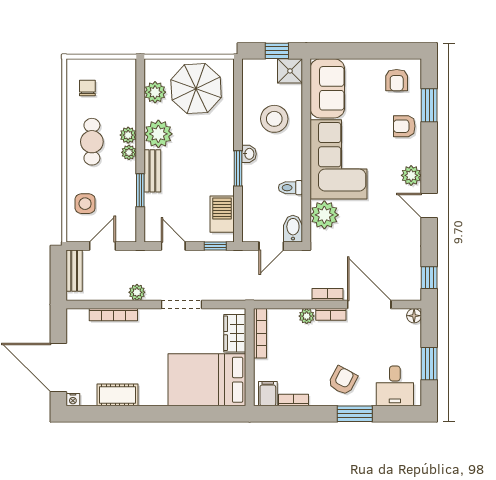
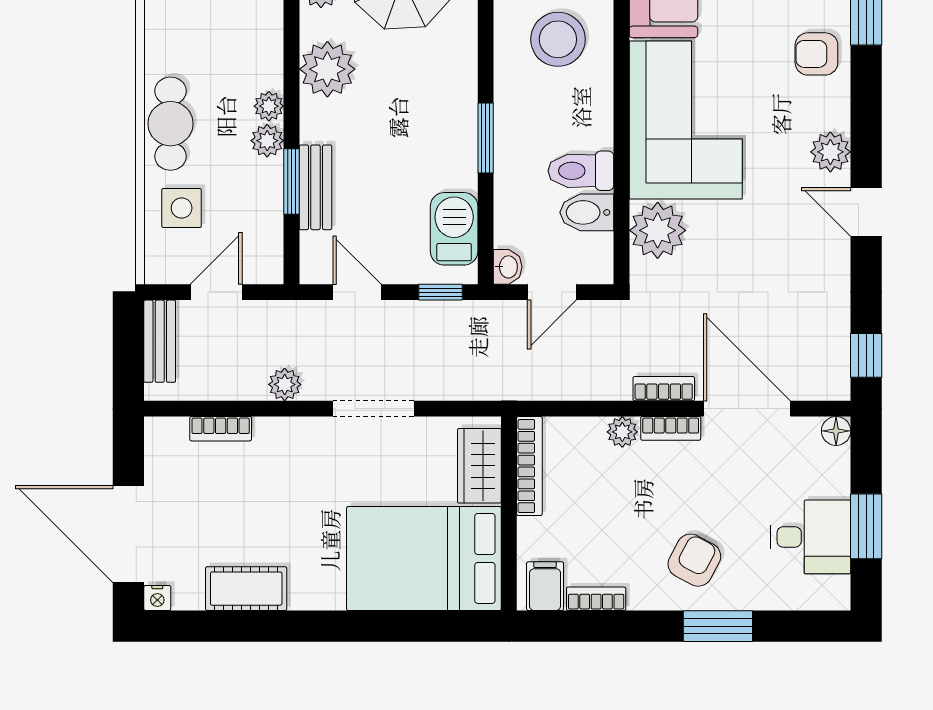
plant: (128, 135) -> (267, 141), moved
cafe table: (92, 142) -> (170, 124), moved
washbasin: (249, 154) -> (508, 267), moved
bench: (152, 171) -> (315, 187), moved
toilet: (290, 188) -> (581, 171), width x1.37, depth x1.39
bidet: (293, 229) -> (587, 212), moved, turned -90
bookcase: (113, 315) -> (221, 429), width x0.64
desk: (395, 386) -> (811, 537), moved, turned -90

